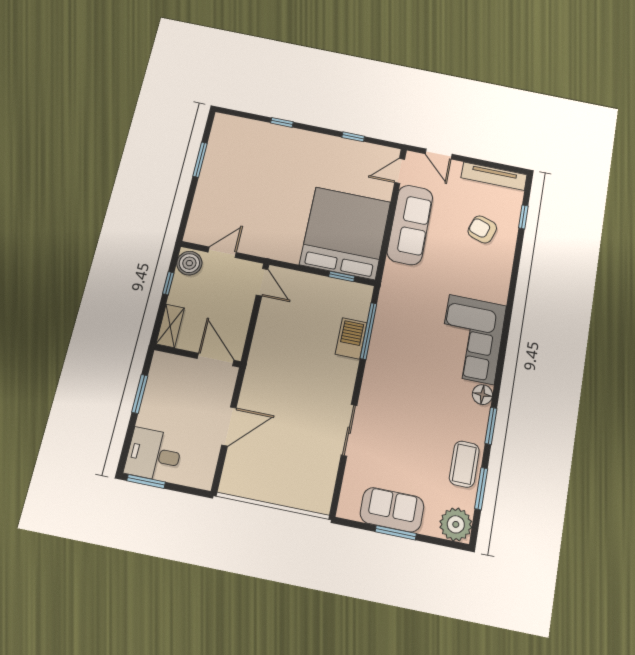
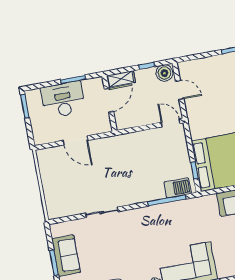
door: (262, 282) -> (171, 123), swing flipped
barbecue: (351, 338) -> (178, 188), moved
door: (216, 359) -> (109, 100), moved
desk: (154, 455) -> (63, 100), moved, width x1.37

